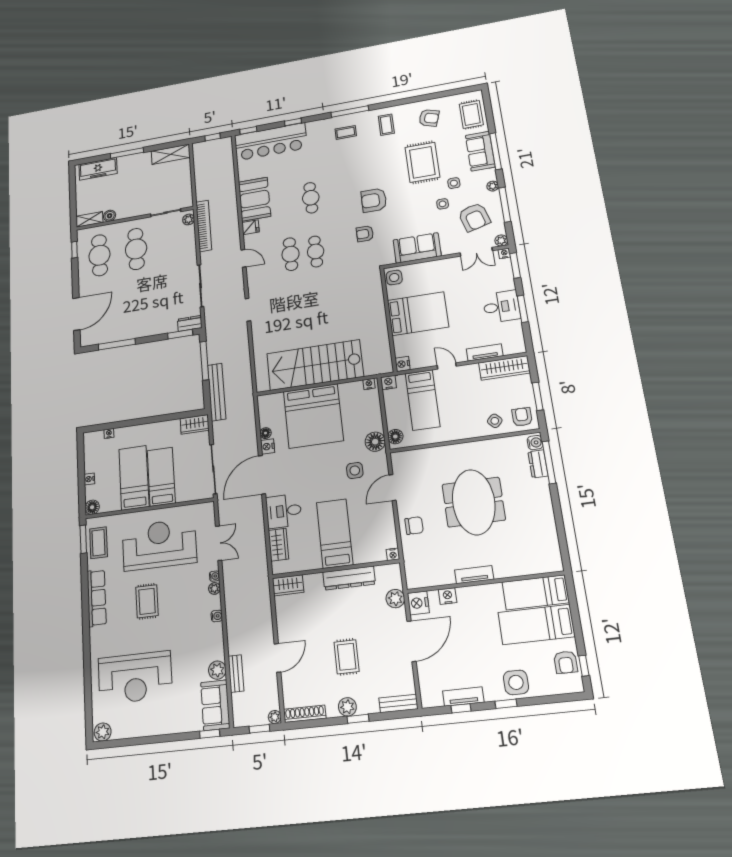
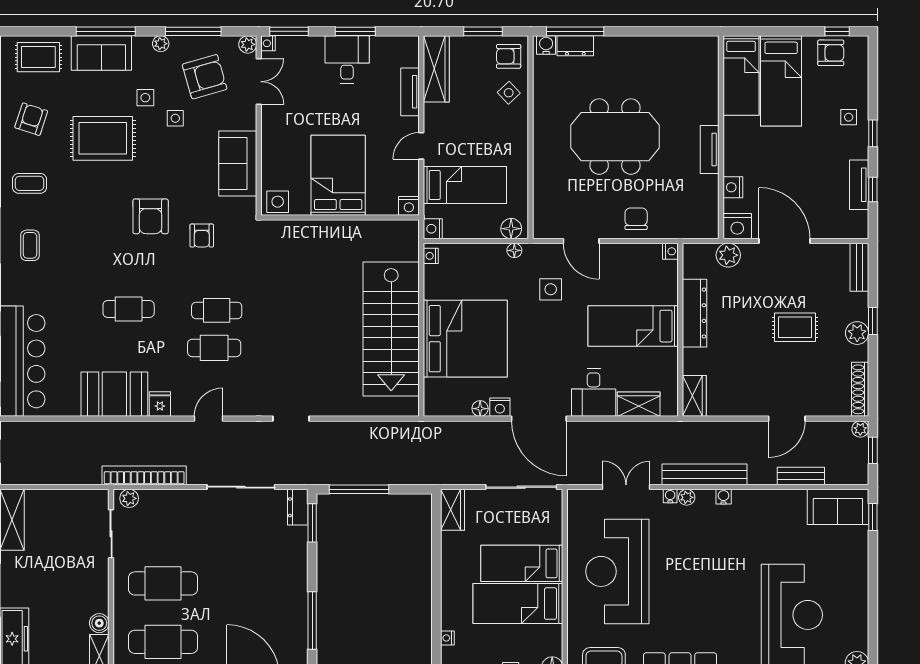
bench: (217, 392) -> (704, 474), moved
floor lamp: (375, 442) -> (514, 250), width x0.53, depth x0.53
rug: (147, 601) -> (693, 593), removed
door: (278, 658) -> (787, 419), swing flipped
plant: (217, 670) -> (794, 501), removed
side table: (516, 682) -> (849, 117), width x0.54, depth x0.54

